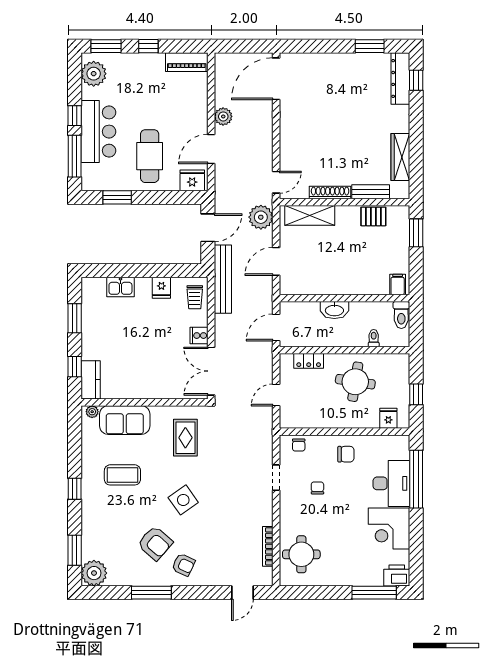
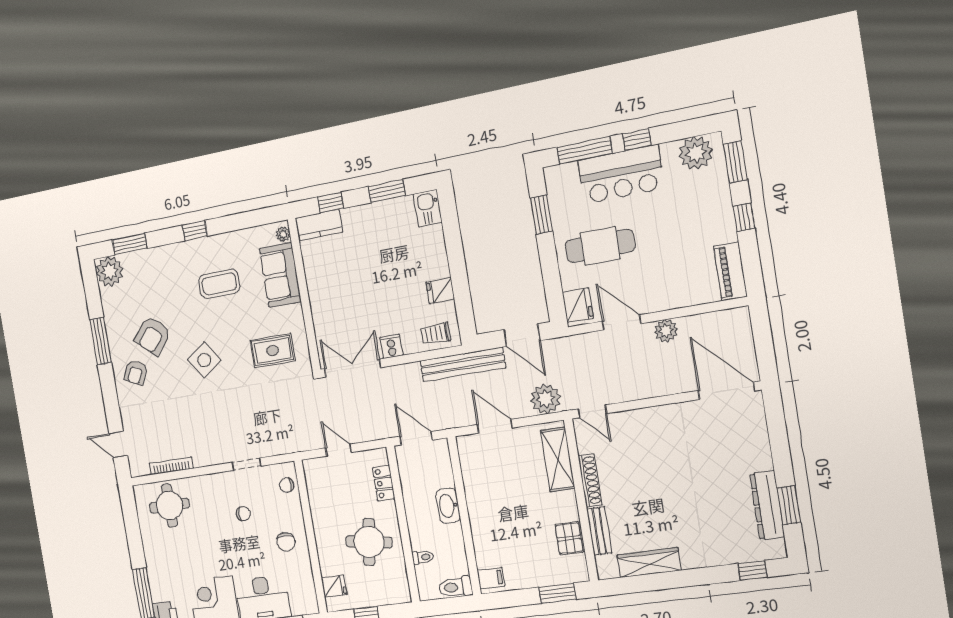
dresser: (400, 78) -> (767, 505), moved, turned -90
kitchen sink: (120, 287) -> (428, 208), moved
coffee table: (122, 475) -> (219, 284), turned 90

